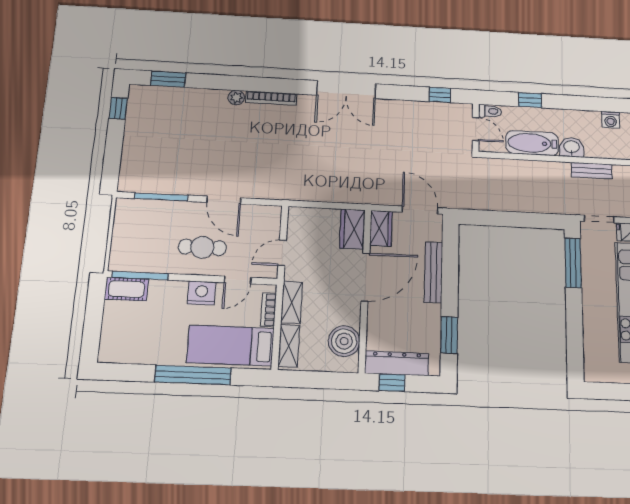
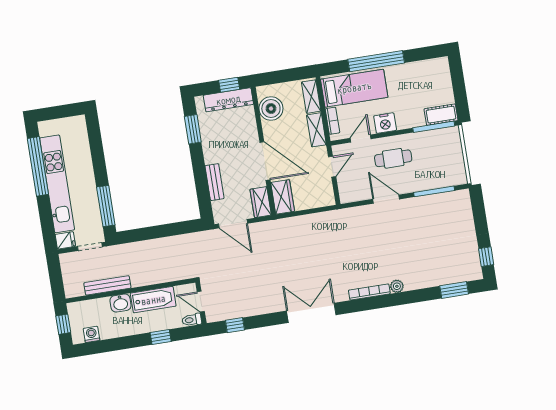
bench: (592, 171) -> (107, 285), width x1.36
bench: (433, 272) -> (215, 182), width x0.73
door: (365, 277) -> (265, 161), swing flipped

